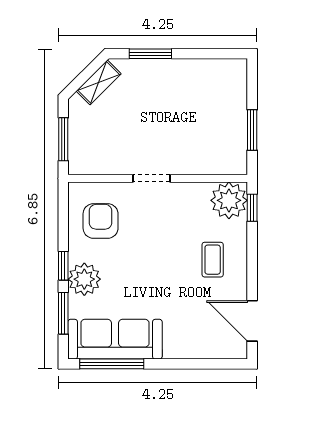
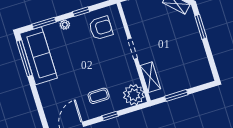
shelving: (208, 164) -> (150, 77), added
window: (252, 208) -> (110, 116), moved
window: (63, 266) -> (81, 12), moved
plant: (84, 279) -> (65, 25), width x0.53, depth x0.53

